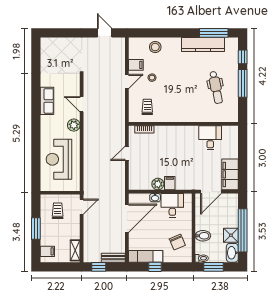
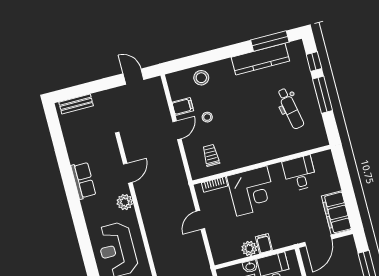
bench: (56, 42) -> (76, 104), added
door: (82, 104) -> (128, 173), swing flipped
corner desk: (171, 142) -> (252, 191), added

